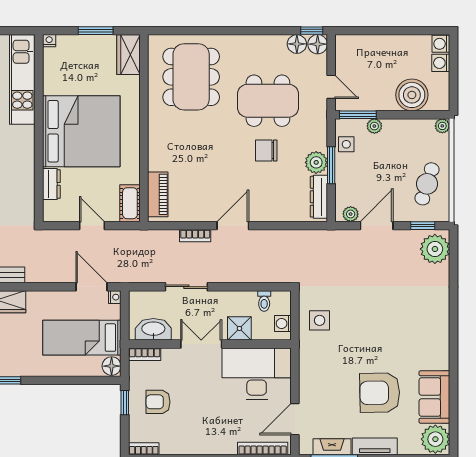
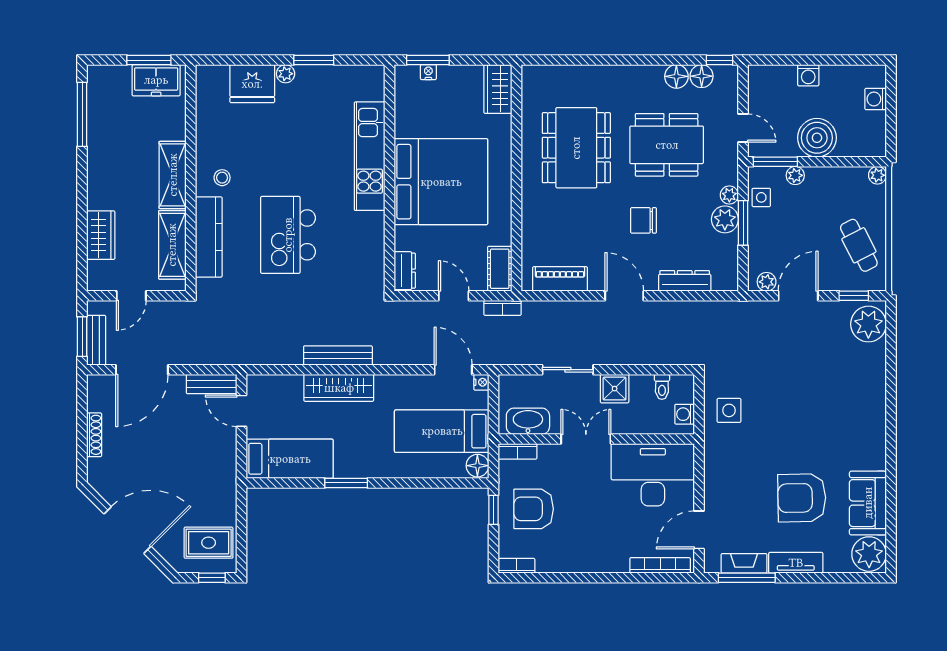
window: (96, 31) -> (428, 60), moved
nightstand: (49, 41) -> (428, 72), moved
floor lamp: (318, 44) -> (676, 76), moved
washing machine: (441, 44) -> (808, 75), moved, turned -90
dining table: (191, 77) -> (576, 148), moved
kitchen unit: (22, 80) -> (370, 156), moved
boiler: (412, 95) -> (817, 138), moved
plant: (320, 142) -> (729, 195), added
chair: (266, 150) -> (644, 220), moved
dresser: (51, 184) -> (405, 271), moved
cafe table: (427, 184) -> (859, 245), turned -45
piano: (158, 194) -> (560, 279), moved, turned -90
dresser: (319, 197) -> (685, 281), moved, turned 90
door: (233, 226) -> (624, 296), hinge flipped
bookcase: (195, 236) -> (503, 308), moved
shower: (239, 328) -> (615, 389), moved
armchair: (158, 402) -> (534, 509), width x1.38, depth x1.38

